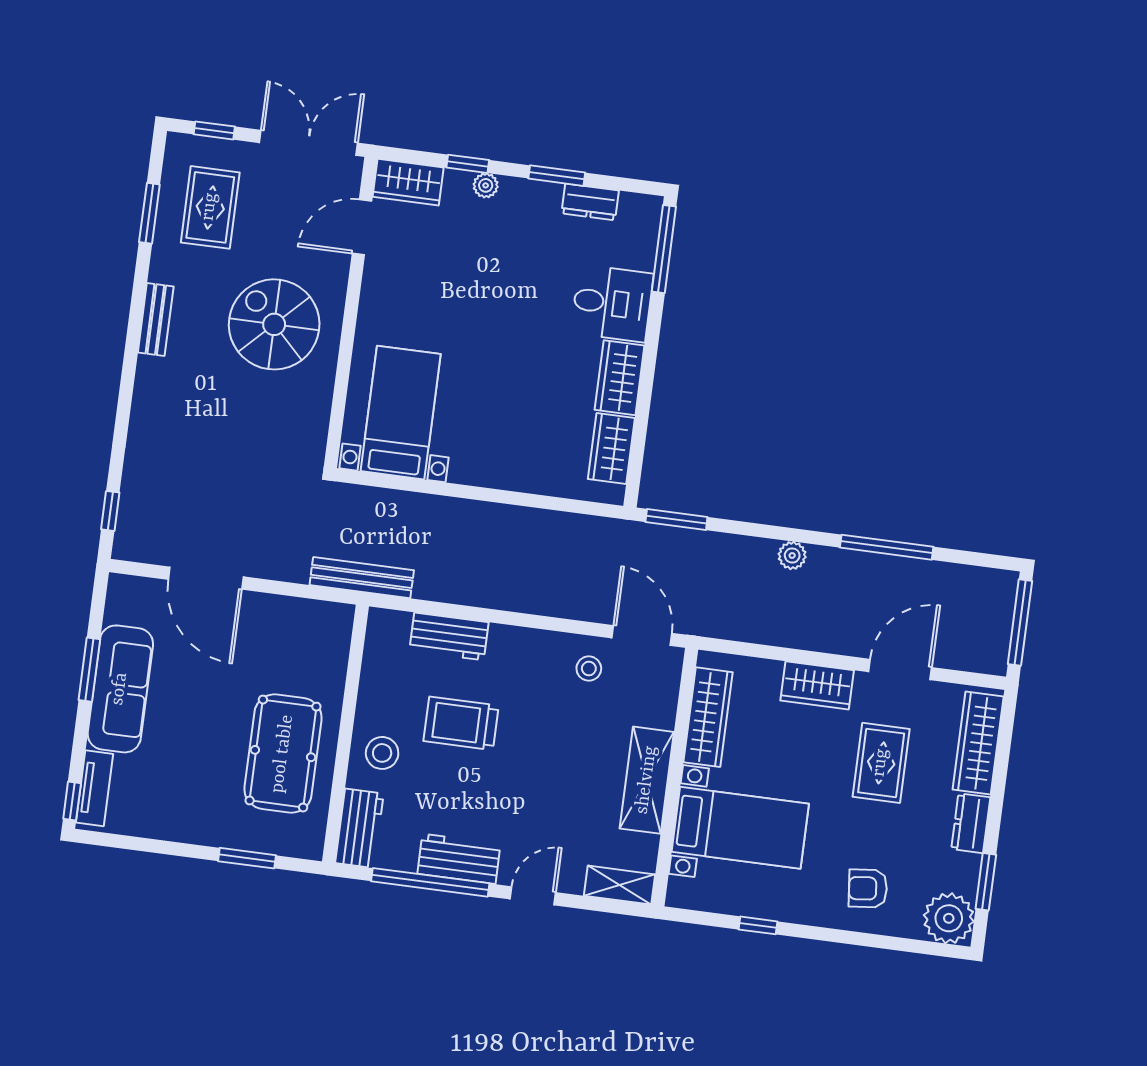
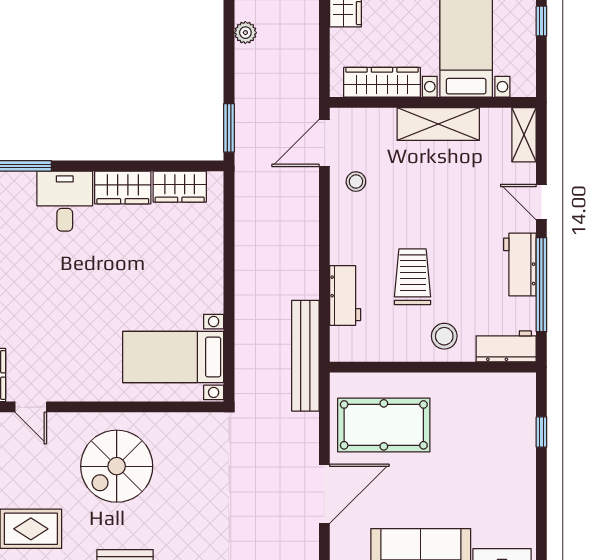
door: (362, 227) -> (31, 407), width x0.73
bench: (362, 578) -> (305, 356), width x1.37, depth x1.21
trolley: (461, 723) -> (413, 277), turned 180
pool table: (283, 754) -> (384, 425), moved
window: (247, 858) -> (541, 432), width x0.67

